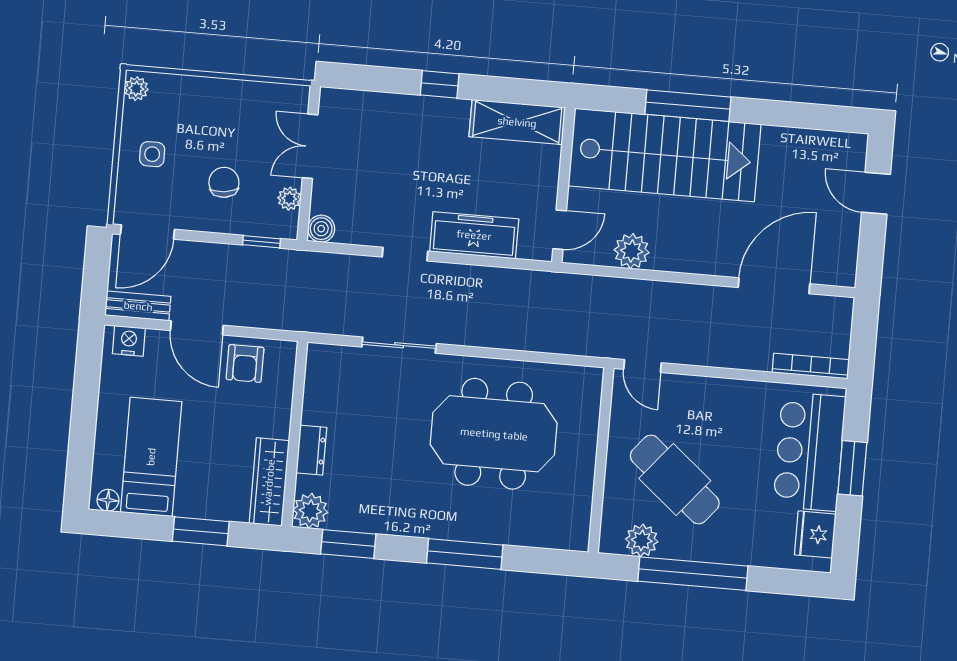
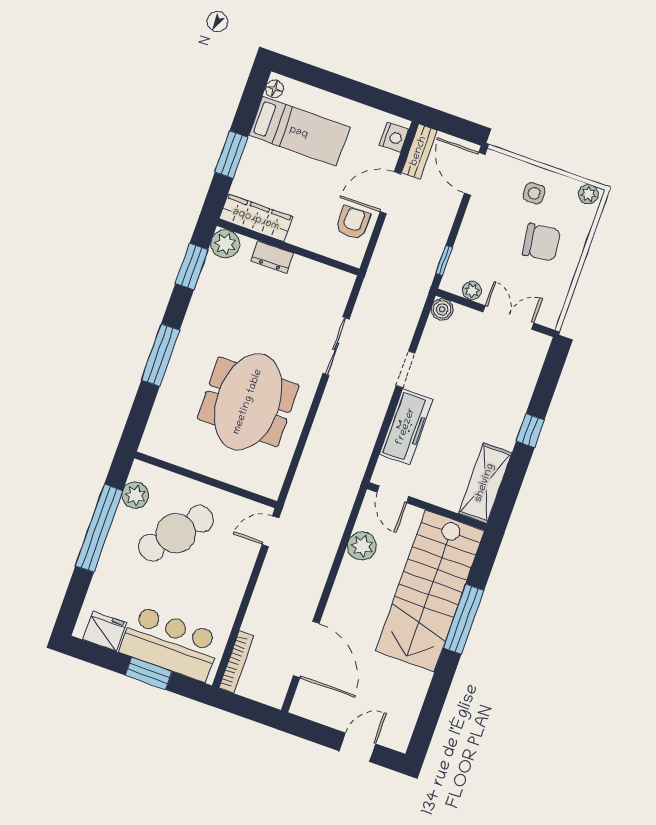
chair: (224, 182) -> (541, 242), moved, width x1.37, depth x1.37
armchair: (245, 363) -> (353, 223), turned 90

